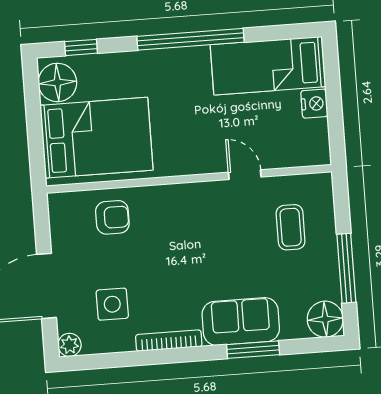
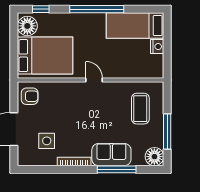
door: (245, 175) -> (94, 80), moved
armchair: (112, 217) -> (30, 96), moved
coffee table: (291, 227) -> (140, 109), width x1.36, depth x1.30
plant: (69, 345) -> (23, 160), removed
window: (253, 350) -> (117, 169), width x1.44

